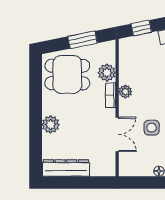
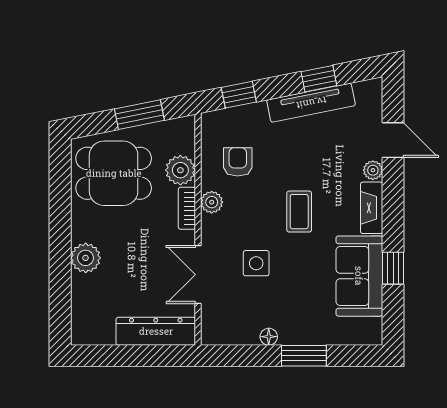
armchair: (141, 68) -> (238, 162), added
double door: (117, 134) -> (198, 275), swing flipped
dresser: (66, 168) -> (156, 331), moved

